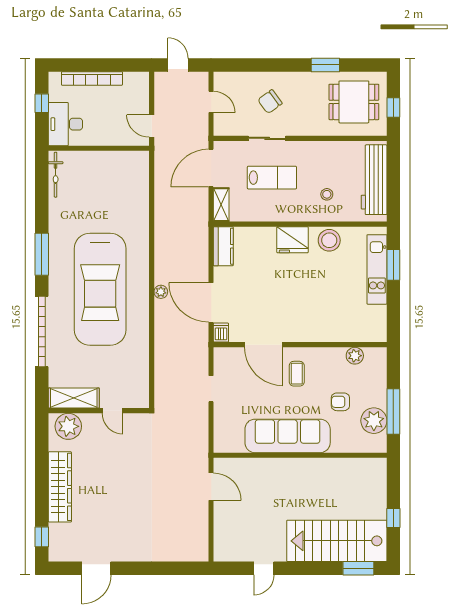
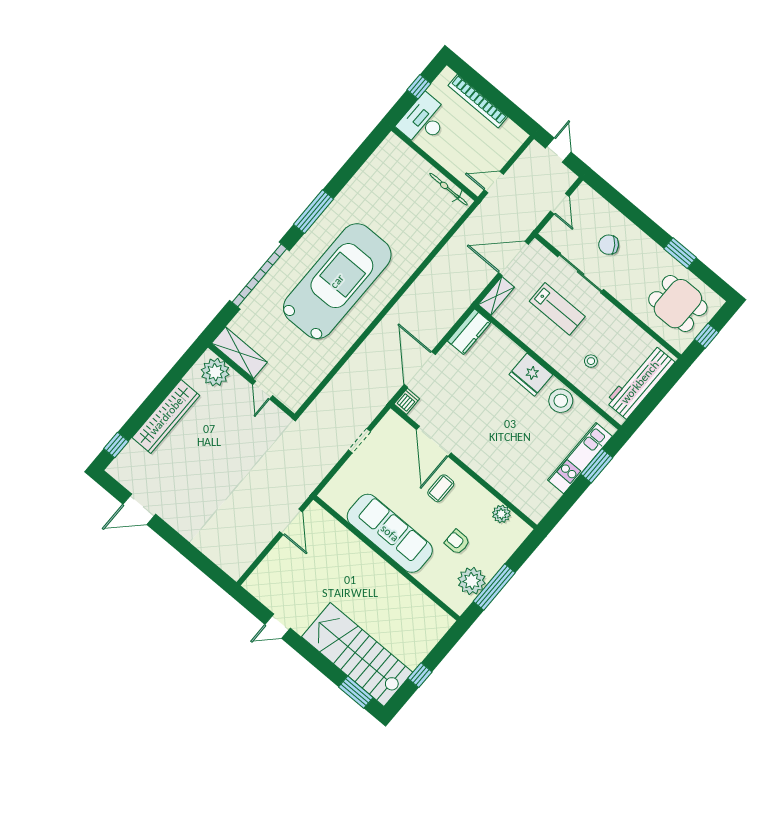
door: (152, 126) -> (494, 182), hinge flipped
sliding door: (267, 138) -> (581, 273), width x1.37
bicycle: (56, 175) -> (449, 189), moved, turned 90
car: (100, 289) -> (337, 281), turned 180
plant: (161, 292) -> (386, 326), removed

